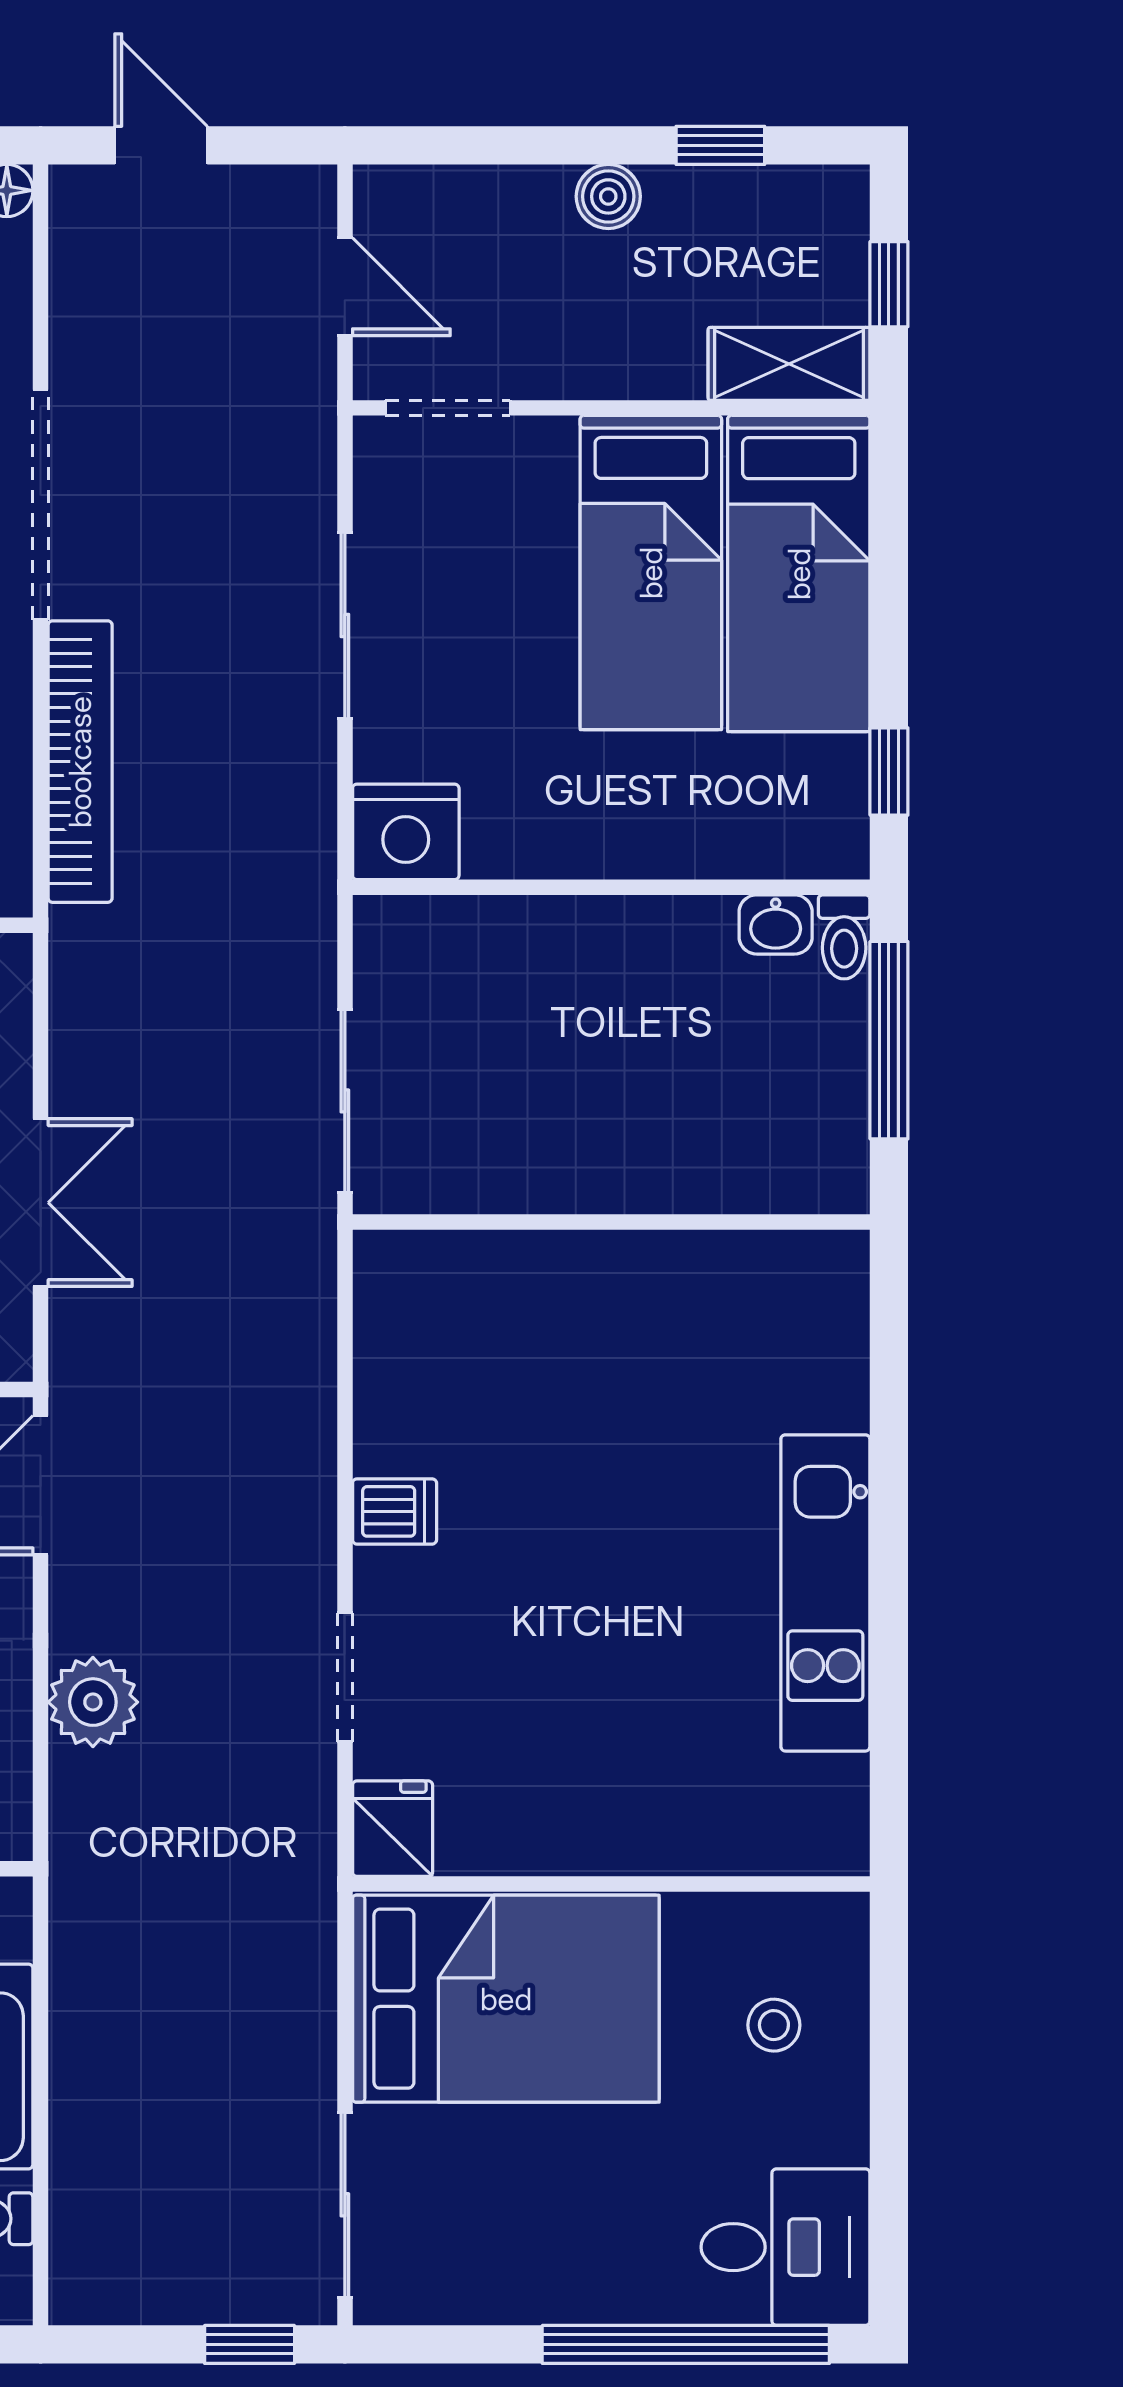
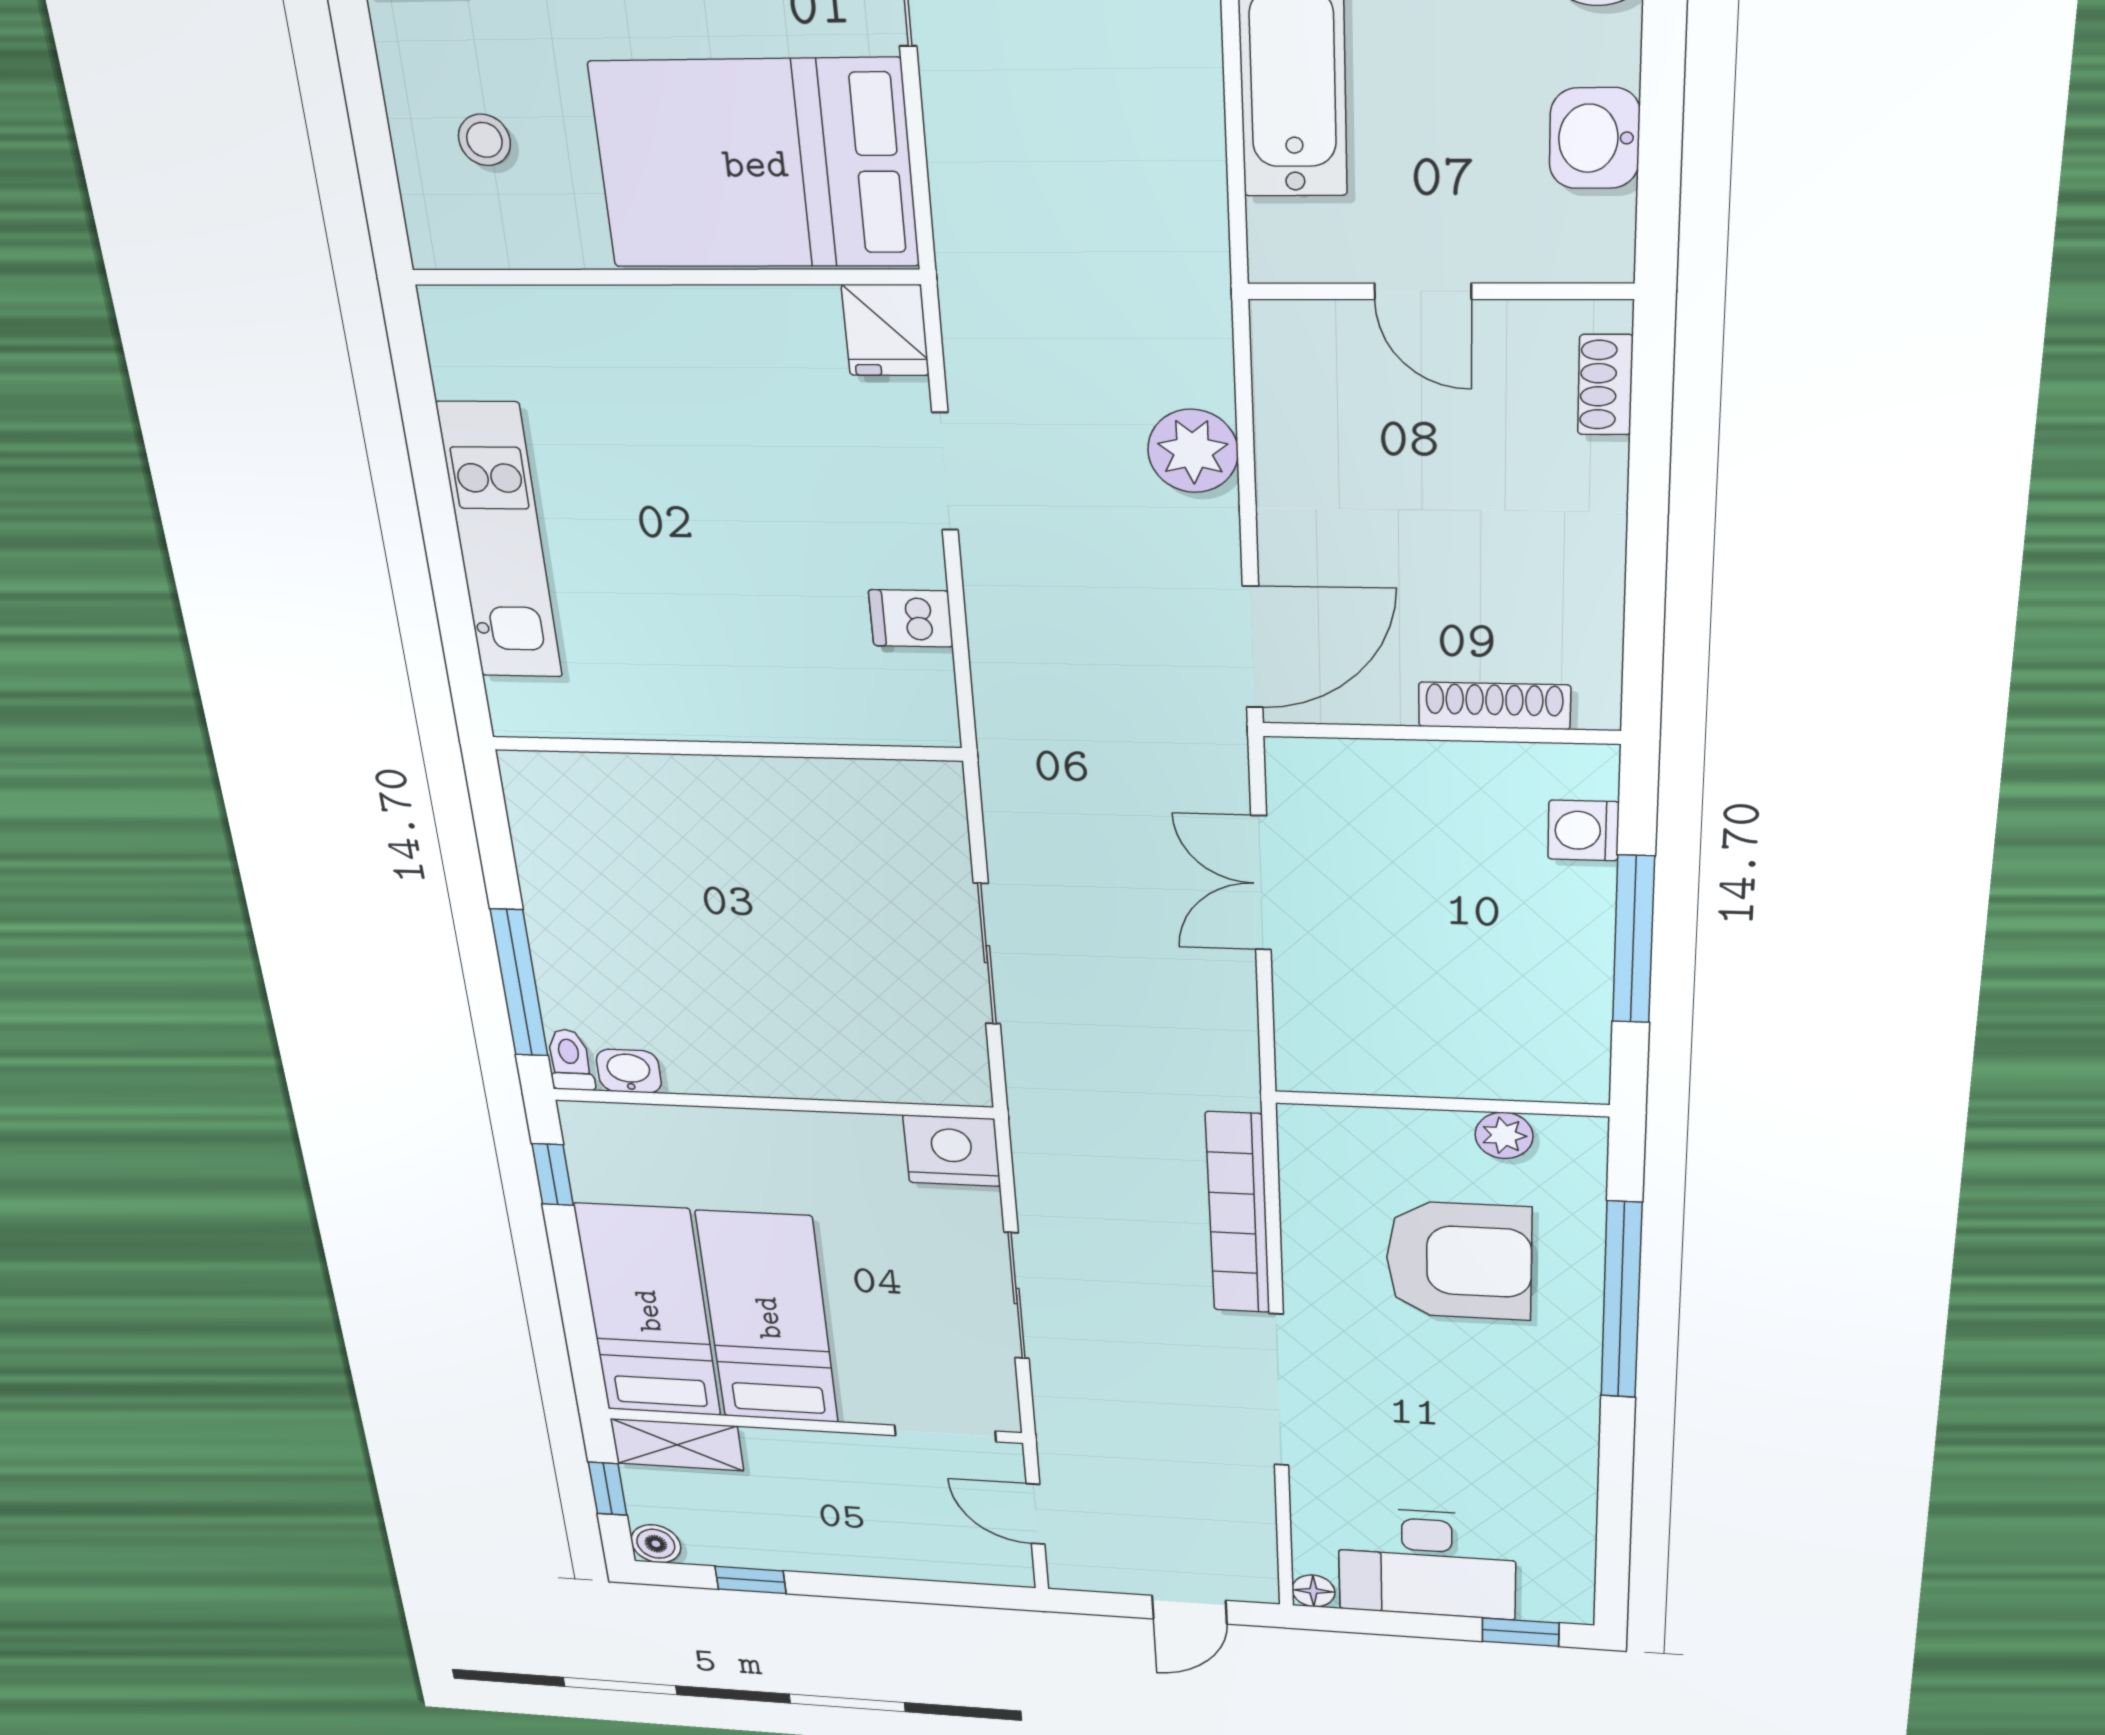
door: (161, 145) -> (1189, 1610), hinge flipped
boiler: (608, 196) -> (656, 1544), moved
wall: (611, 1222) -> (725, 749), moved

